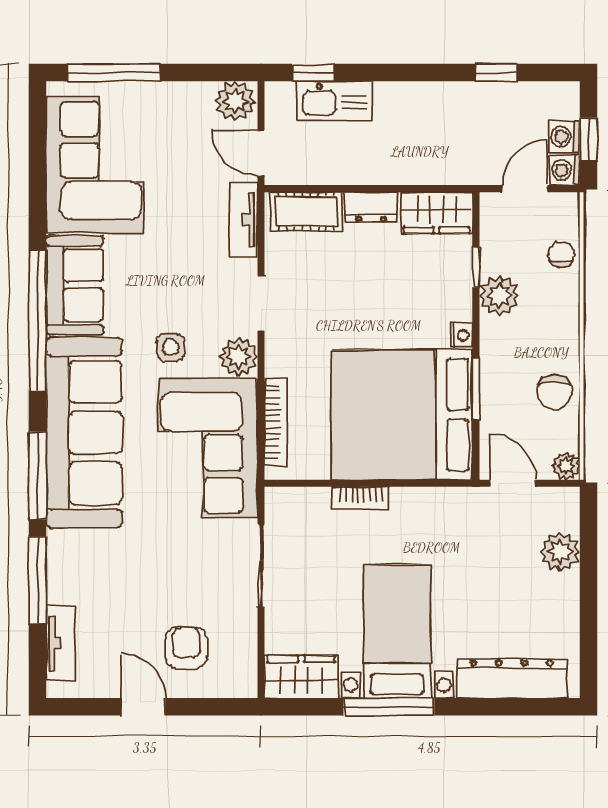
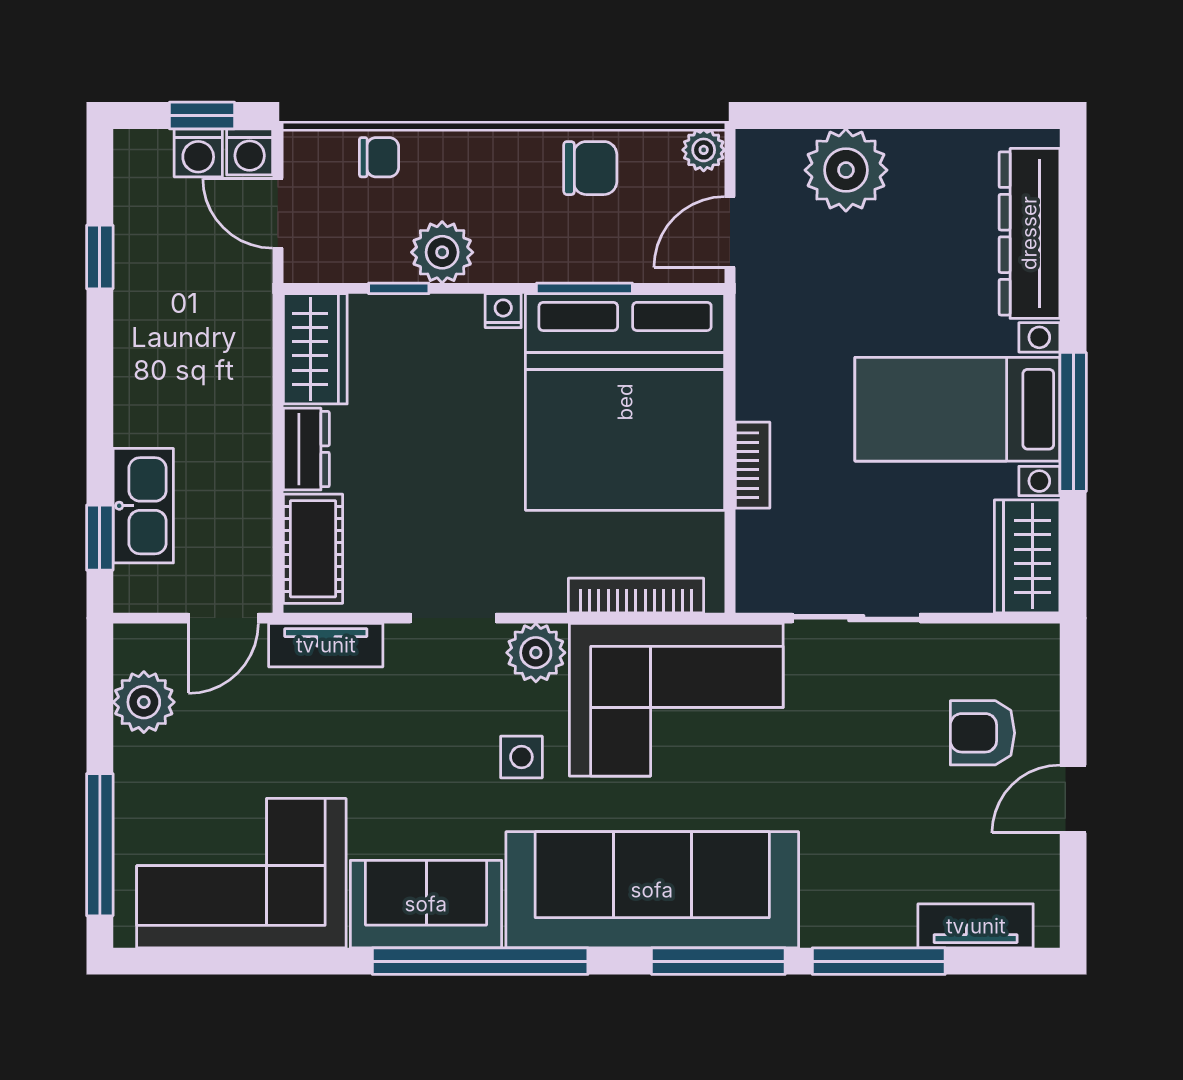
plant: (235, 101) -> (144, 702), moved
chair: (561, 255) -> (379, 157), turned 180
plant: (560, 552) -> (846, 170), width x1.36, depth x1.36

